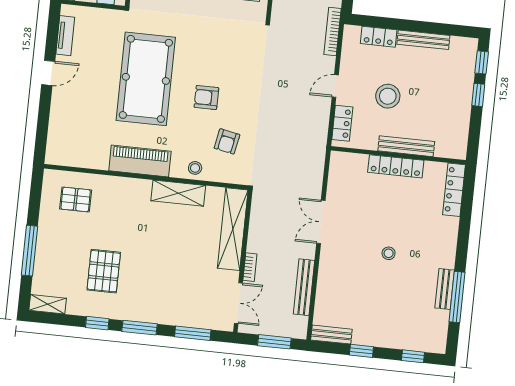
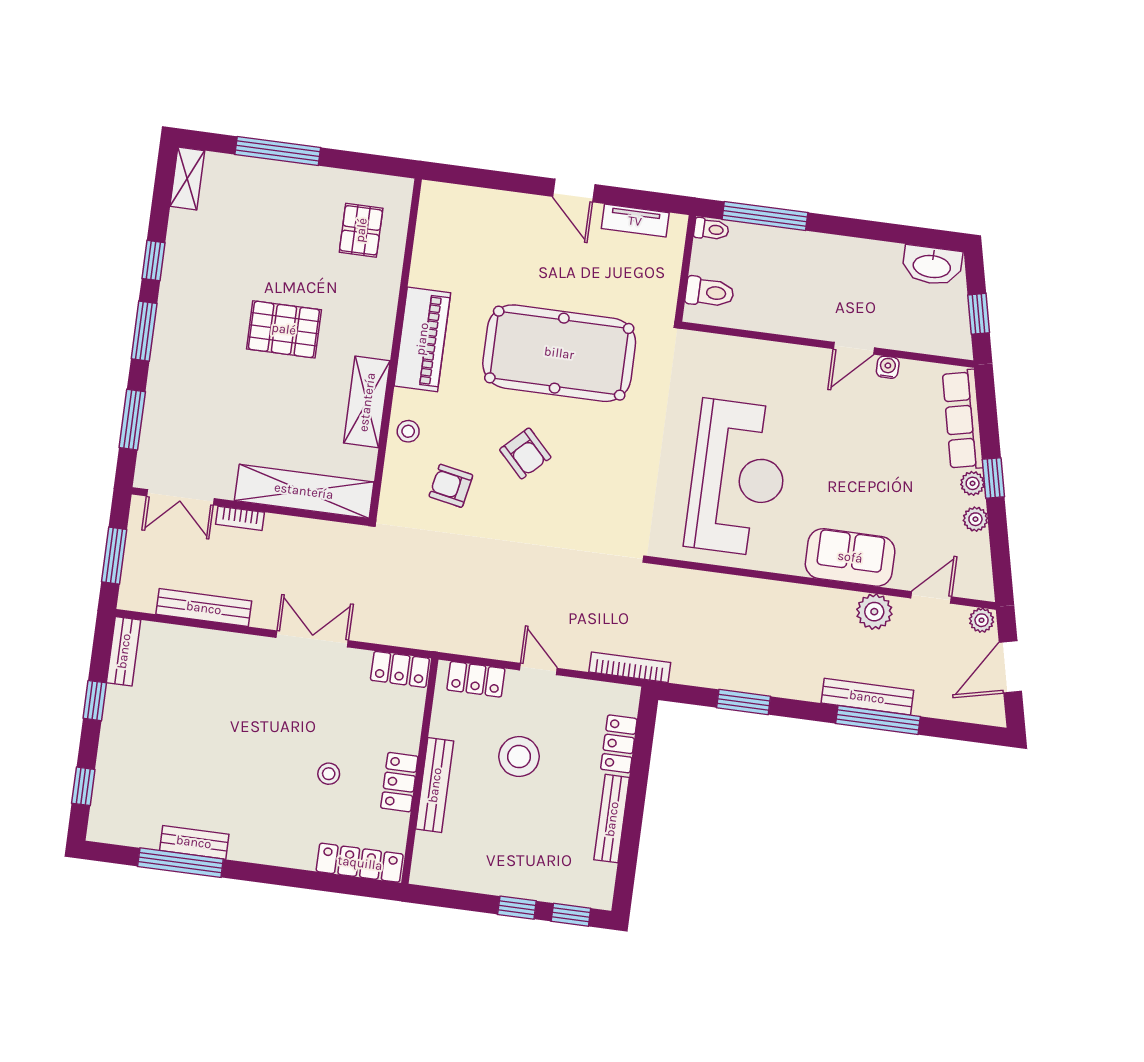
armchair: (206, 97) -> (525, 453), turned 136
locker: (396, 166) -> (399, 782), width x0.66
locker: (338, 169) -> (400, 669), added
stool: (389, 253) -> (329, 774), moved
pallet: (104, 271) -> (284, 329), moved

